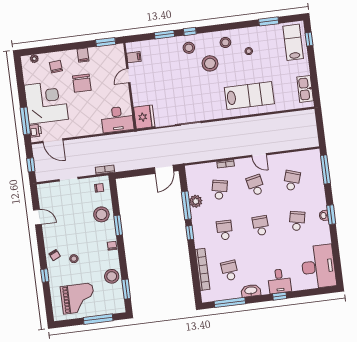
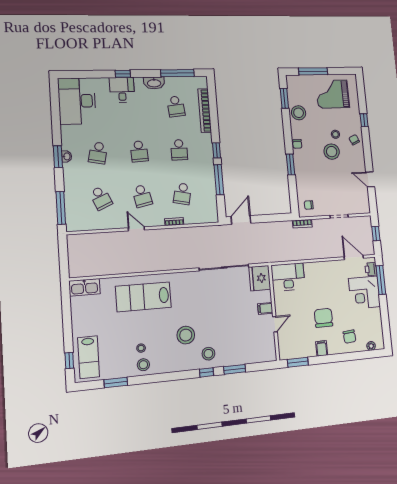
stool: (225, 42) -> (143, 365), moved
filing cabinet: (134, 57) -> (265, 308), moved
kitchen sink: (305, 89) -> (85, 287), moved, turned 90
corner desk: (46, 102) -> (364, 293), width x0.74, depth x0.74
school desk: (292, 181) -> (101, 198), turned -42
plant: (196, 201) -> (209, 183), removed
stool: (101, 214) -> (332, 152), moved

